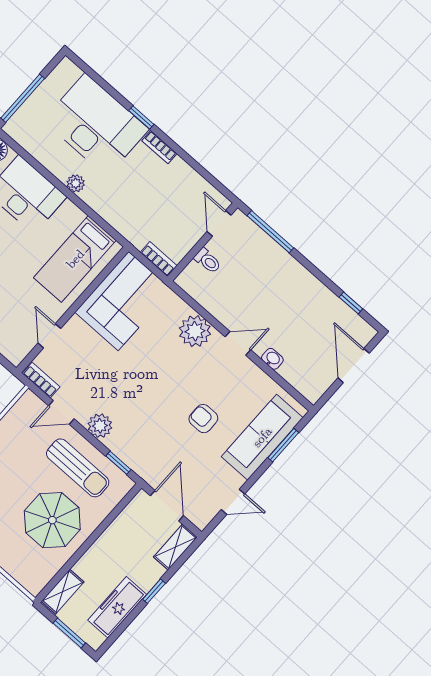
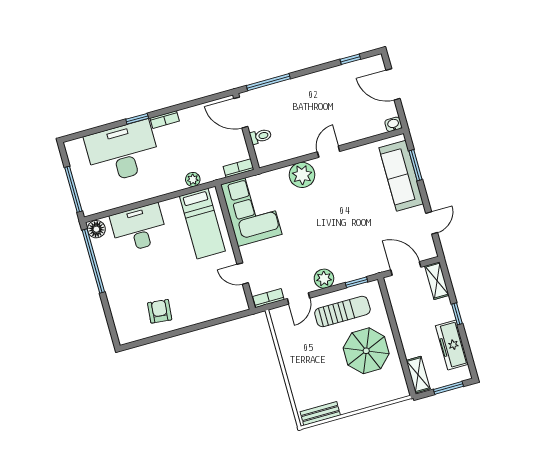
plant: (76, 183) -> (193, 179), moved
door: (219, 223) -> (241, 113), width x1.37
washbasin: (272, 359) -> (393, 124), moved
armchair: (203, 419) -> (364, 207), removed

